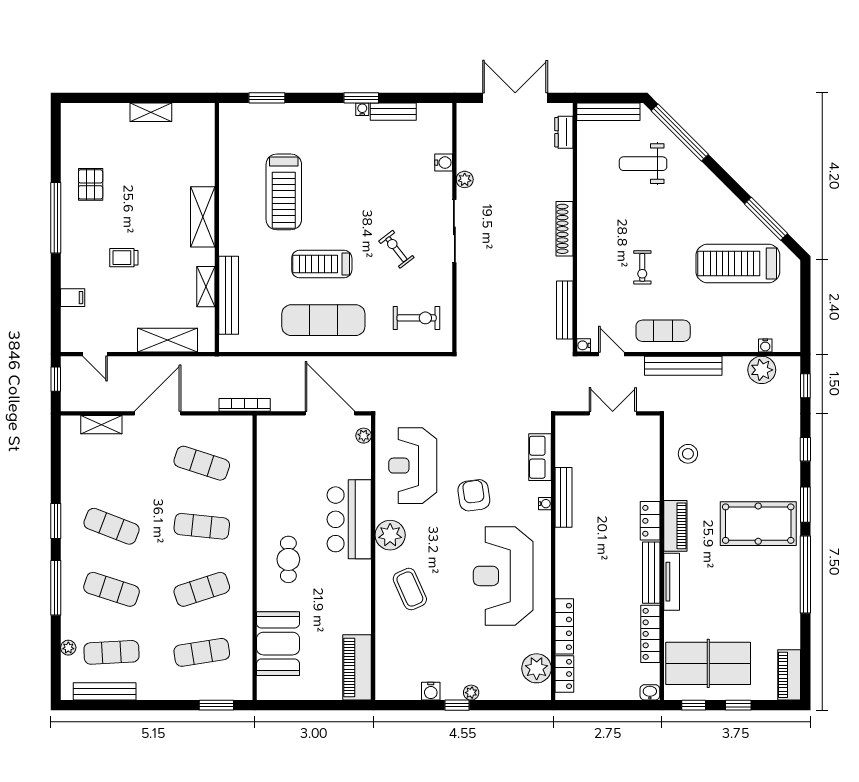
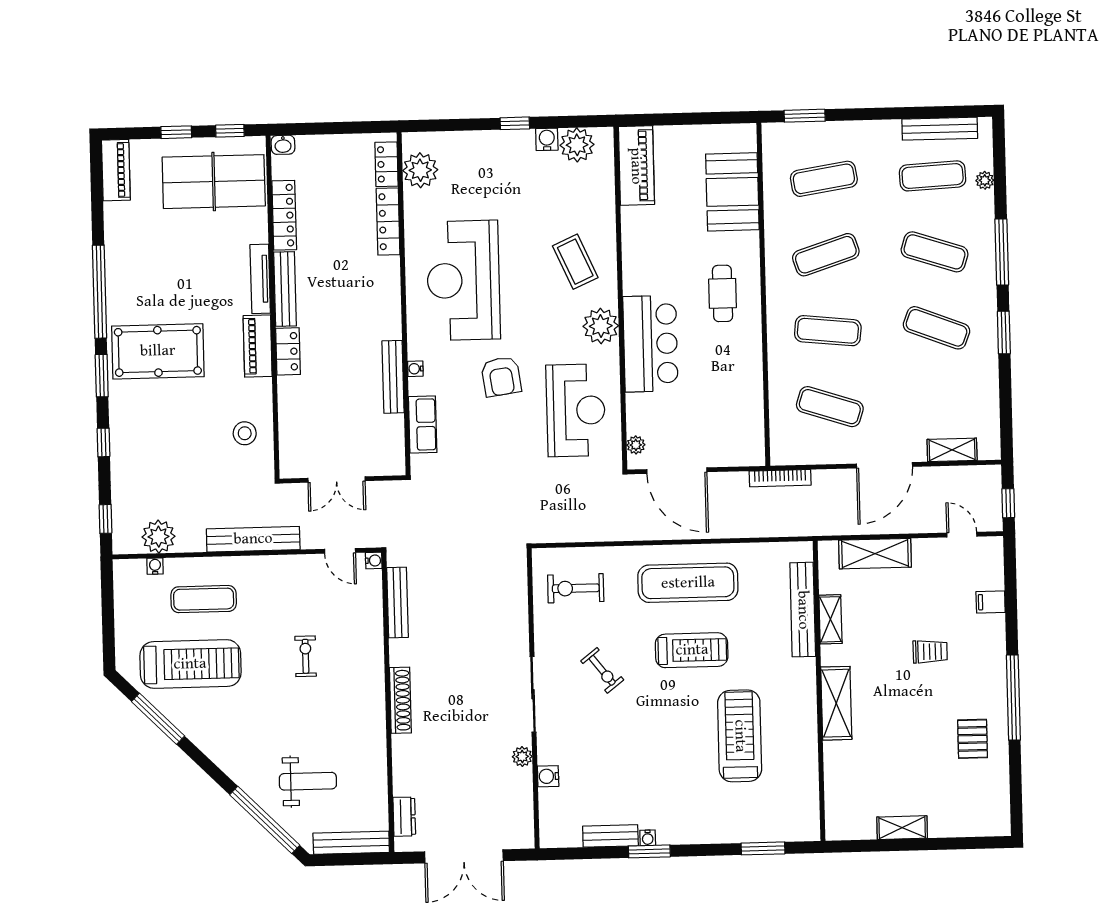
exercise mat: (663, 331) -> (204, 599), moved
reception desk: (503, 576) -> (463, 280), turned 180
plant: (471, 693) -> (577, 145), moved, width x1.88, depth x1.88

